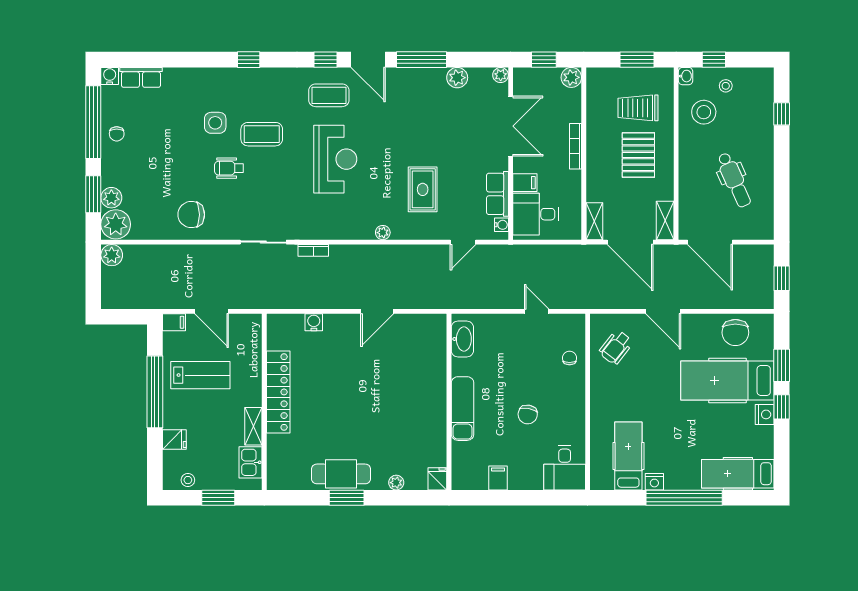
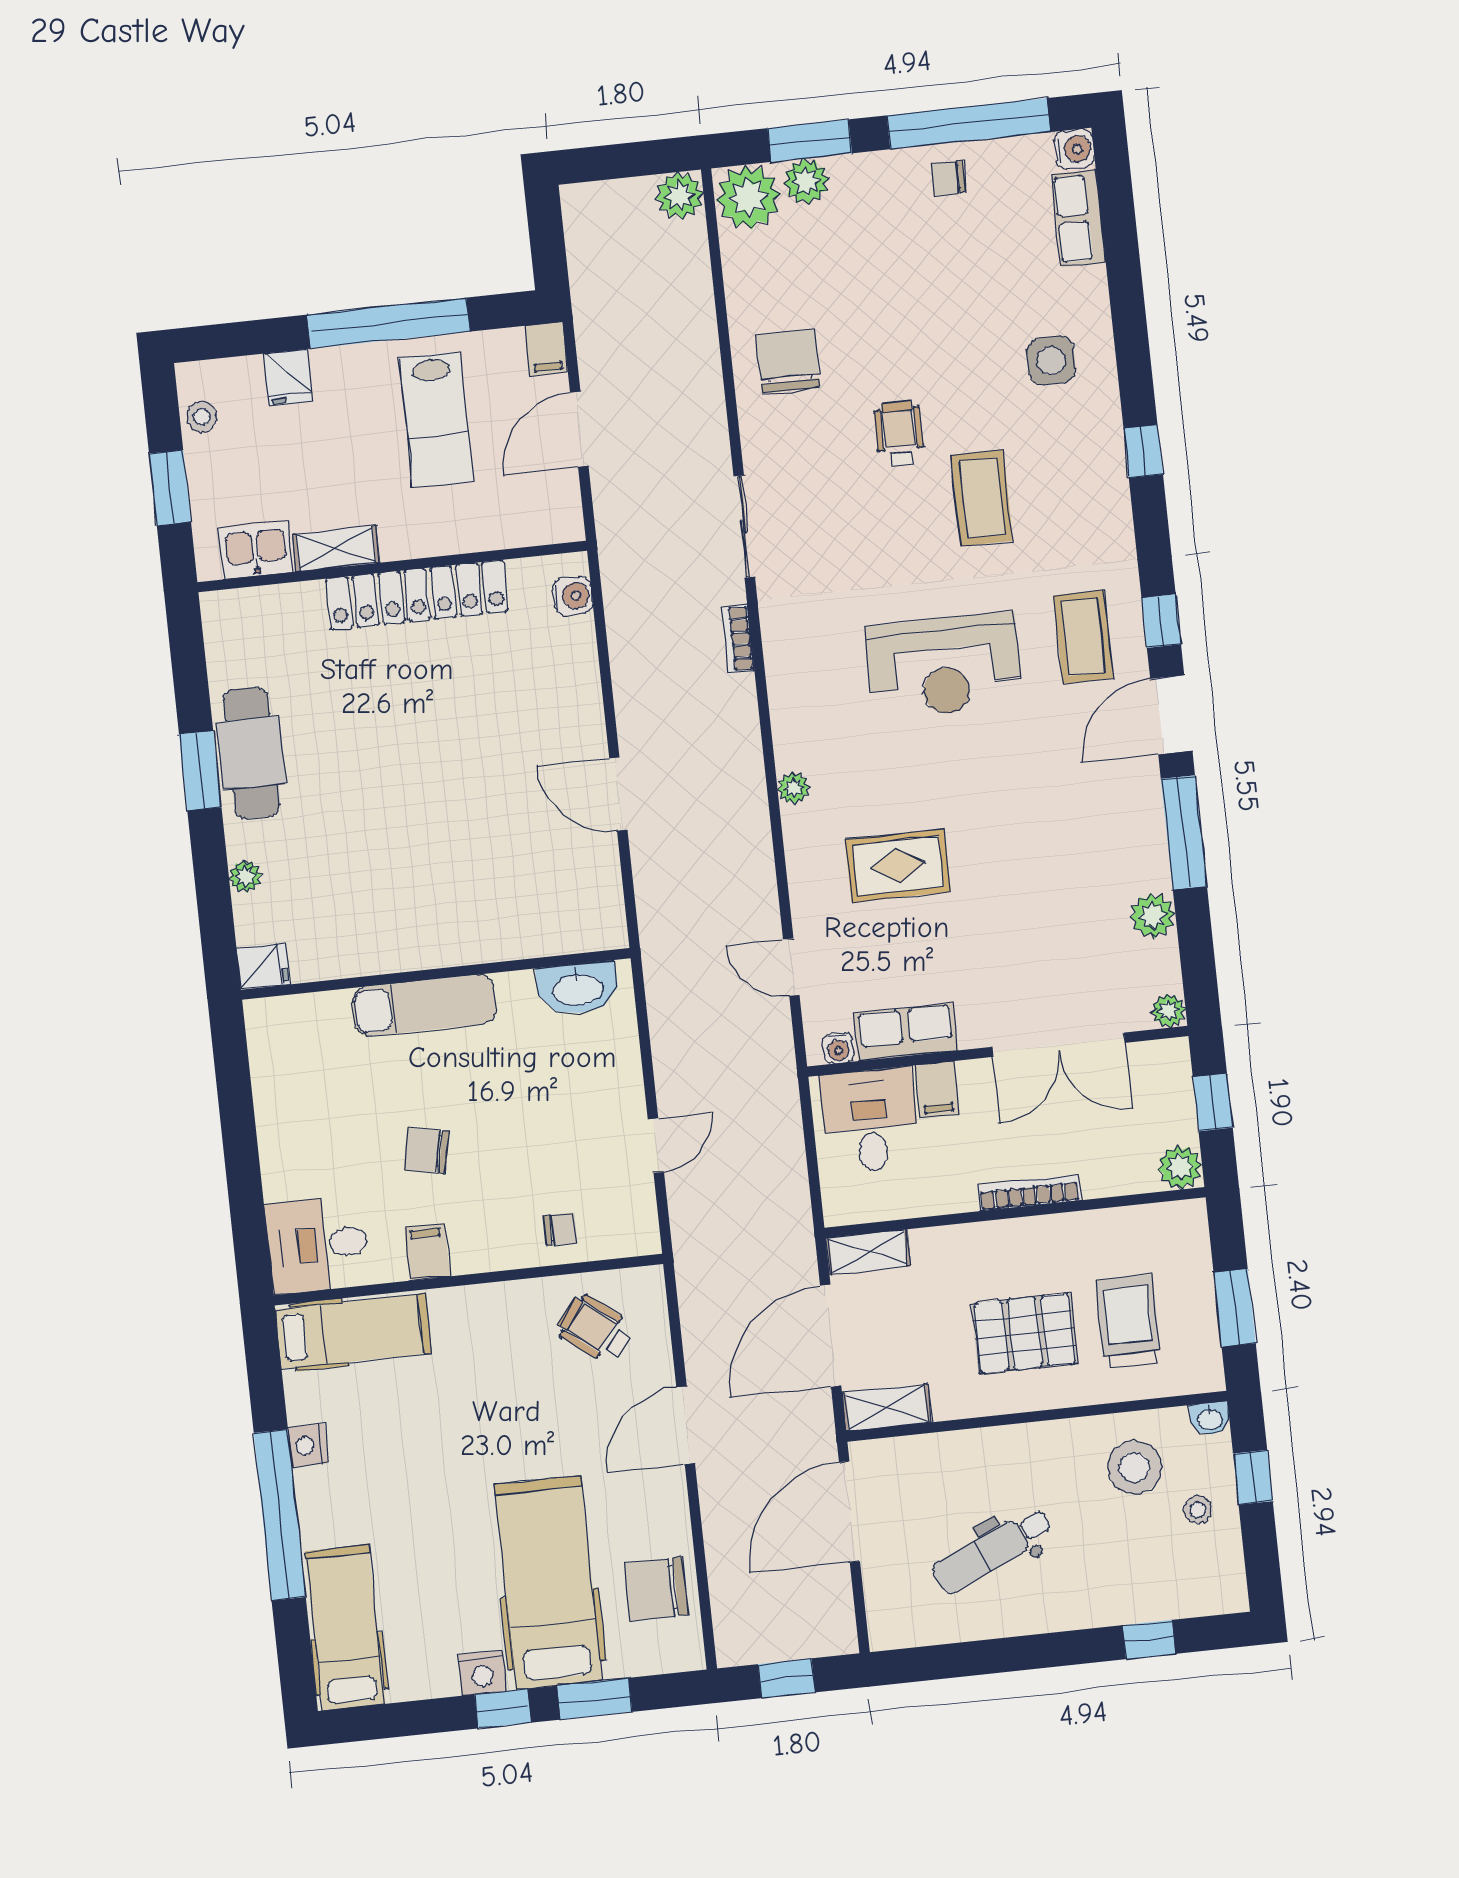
side table: (215, 123) -> (1051, 361), moved
water cooler: (314, 322) -> (573, 596), moved
hospital bed: (628, 456) -> (353, 1331), moved
filing cabinet: (498, 478) -> (427, 1252), moved, turned -90

